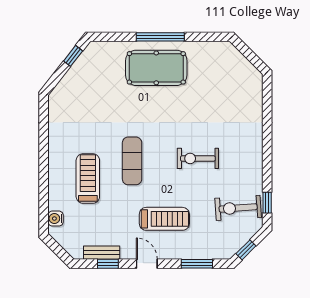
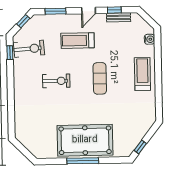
pool table: (156, 68) -> (85, 140), width x1.36, depth x1.32
treadmill: (88, 179) -> (142, 74), moved, turned 180
door: (147, 264) -> (89, 11), hinge flipped

